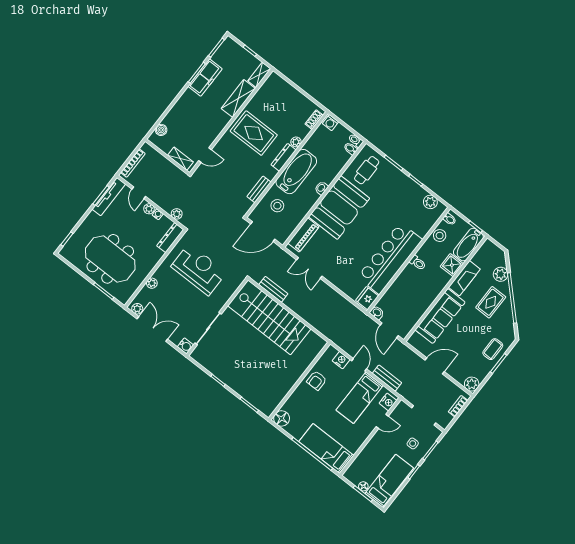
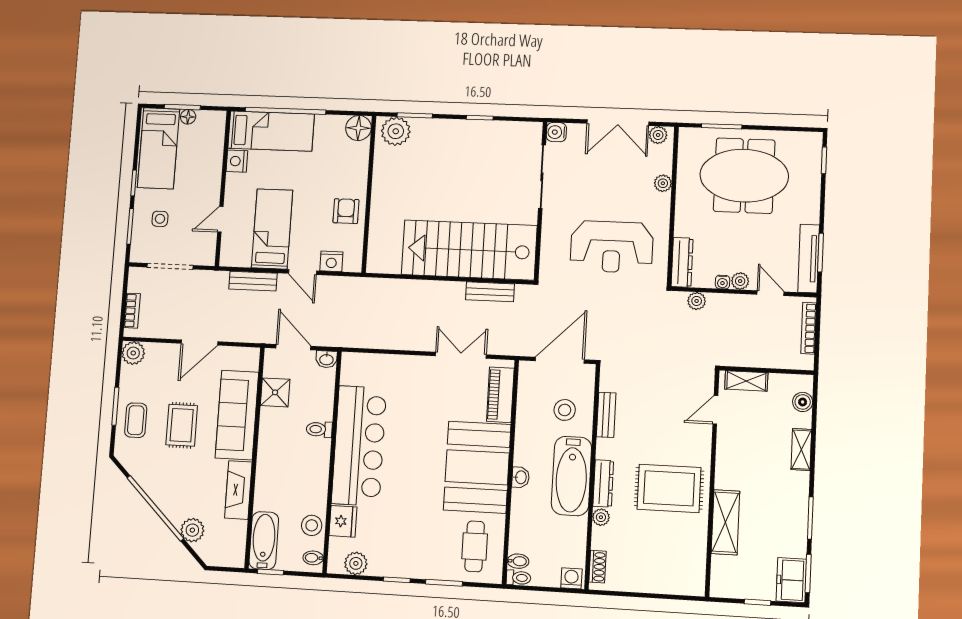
shelving: (259, 75) -> (801, 450), moved
freezer: (205, 78) -> (791, 580), moved, width x0.71
toilet: (418, 263) -> (319, 429), moved
shower: (452, 265) -> (275, 392), moved
fridge: (367, 298) -> (343, 521), moved
rug: (491, 302) -> (182, 425), moved
nightstand: (388, 402) -> (237, 161), moved
plant: (264, 403) -> (396, 131), added

